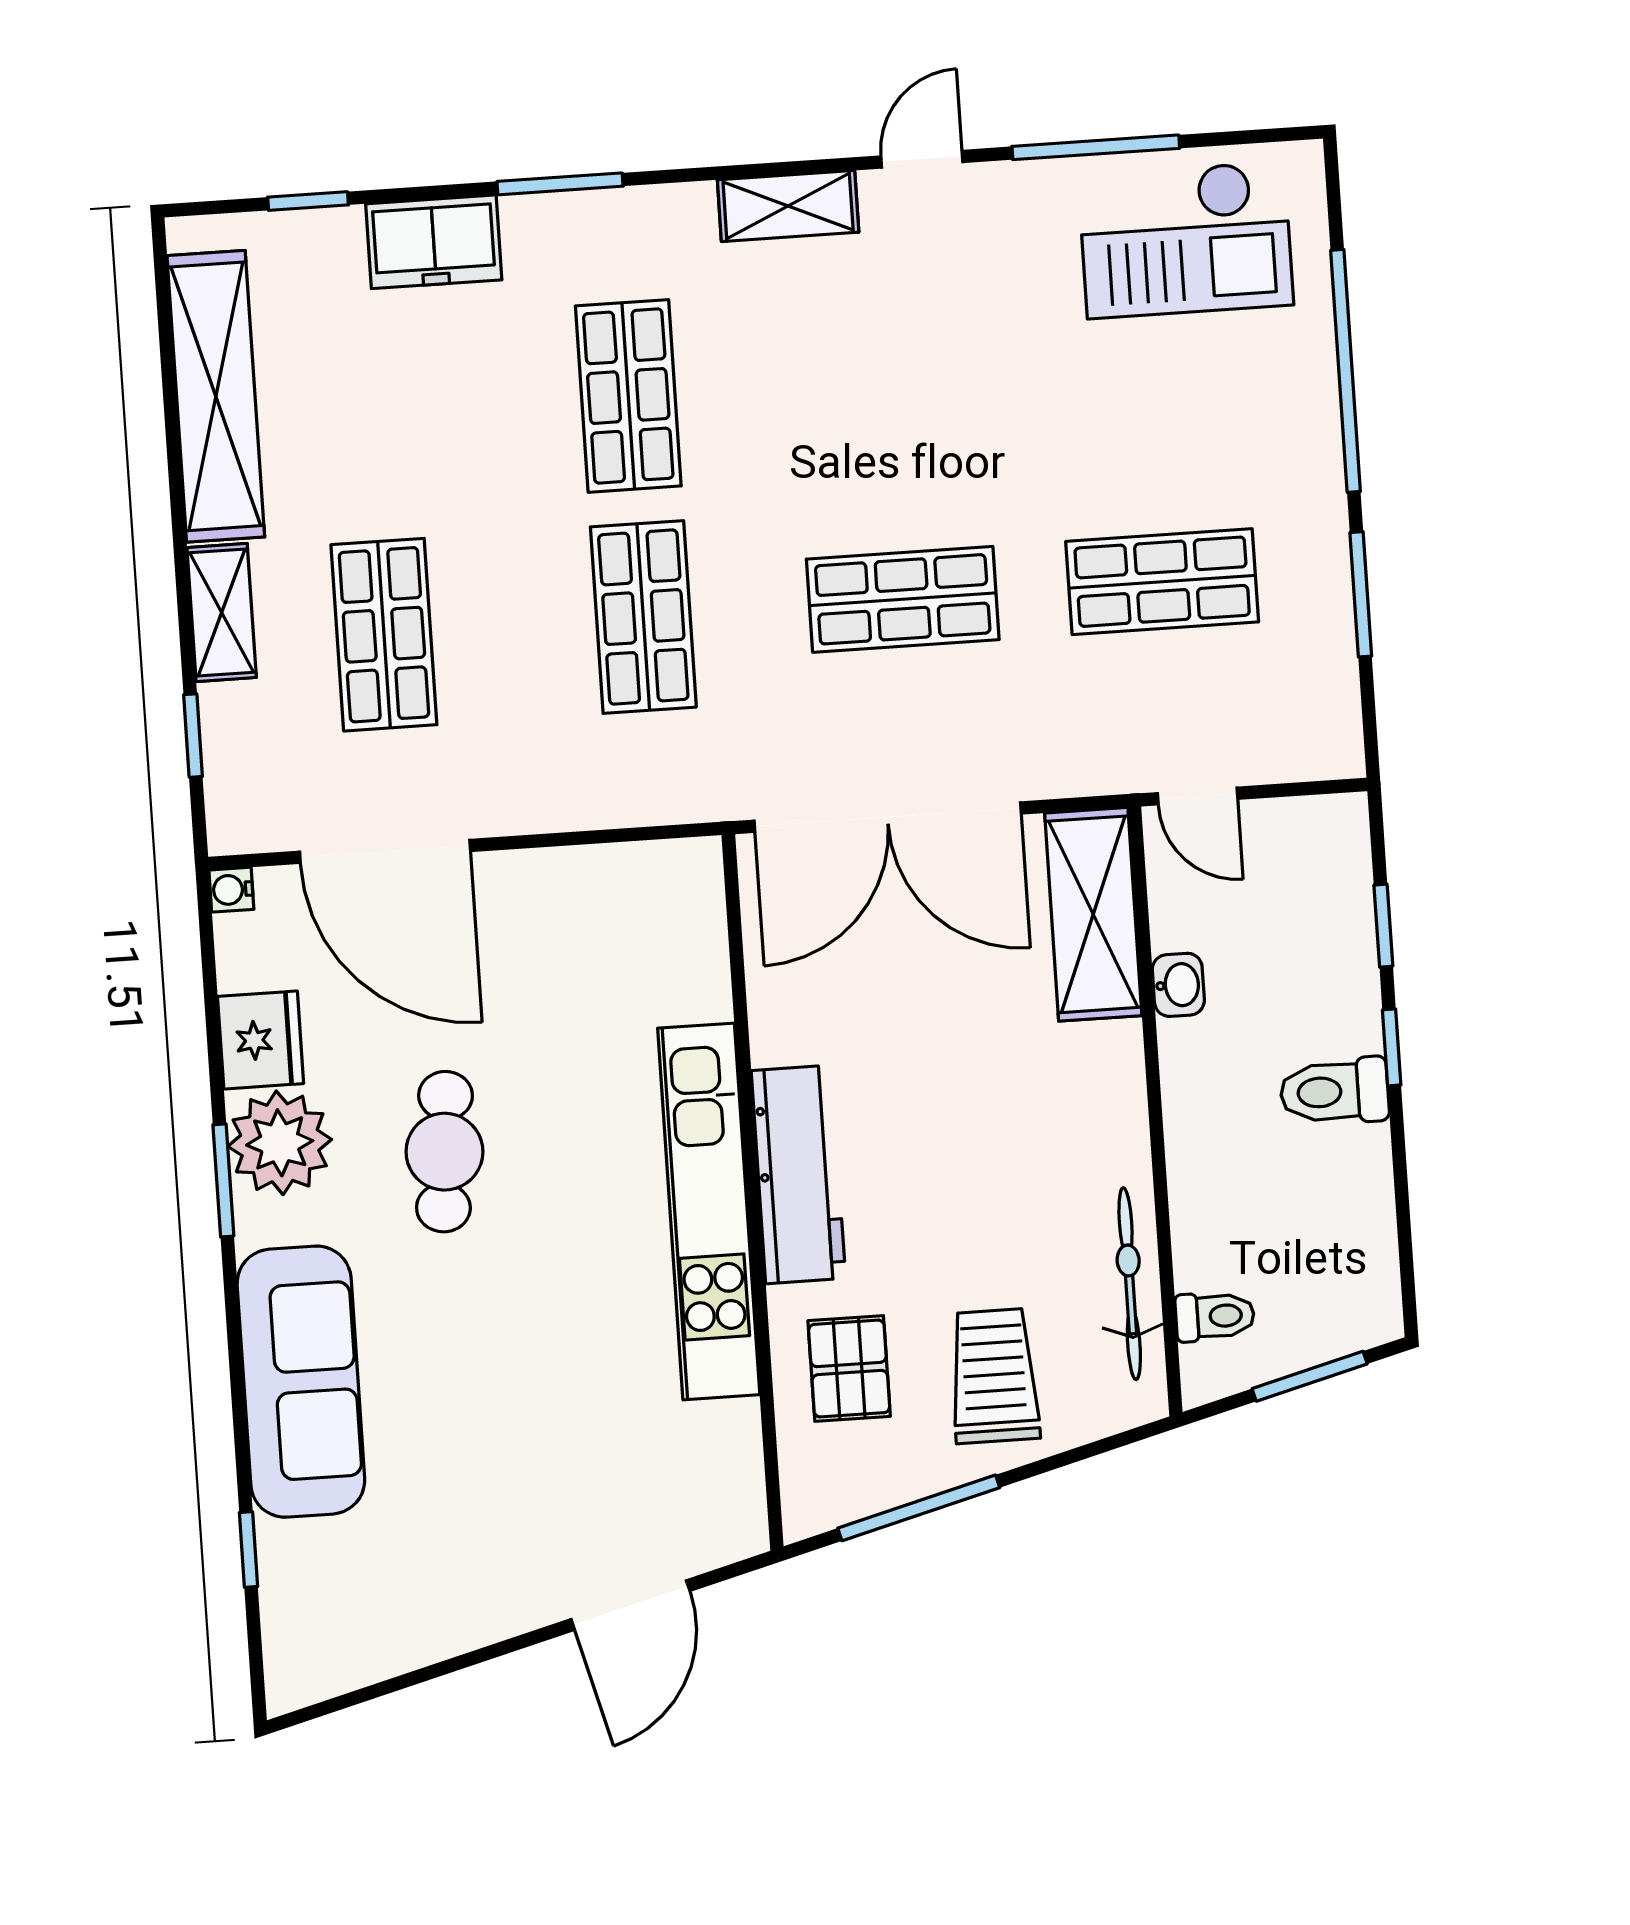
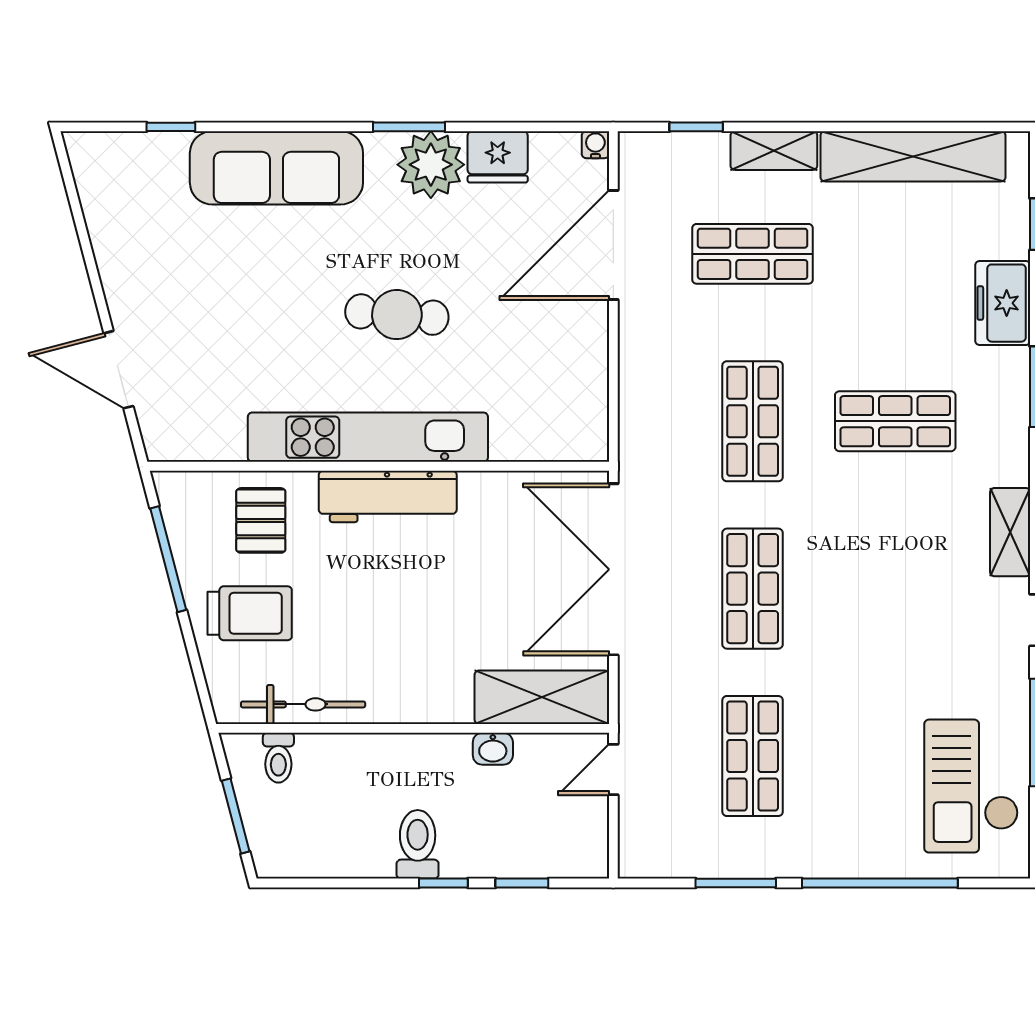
shop shelf: (643, 617) -> (753, 421), turned 90
cafe table: (444, 1152) -> (397, 315), moved
pallet: (849, 1369) -> (261, 520), turned 90

